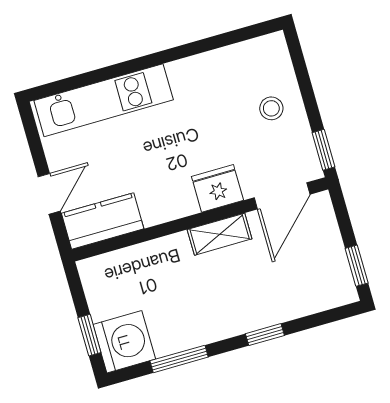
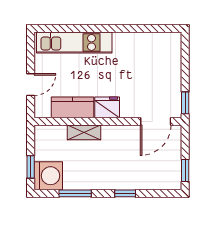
stool: (271, 108) -> (163, 73), removed
fridge: (217, 188) -> (107, 107), moved
kitchen counter: (103, 221) -> (72, 107), moved
shelving: (220, 234) -> (84, 132), moved

